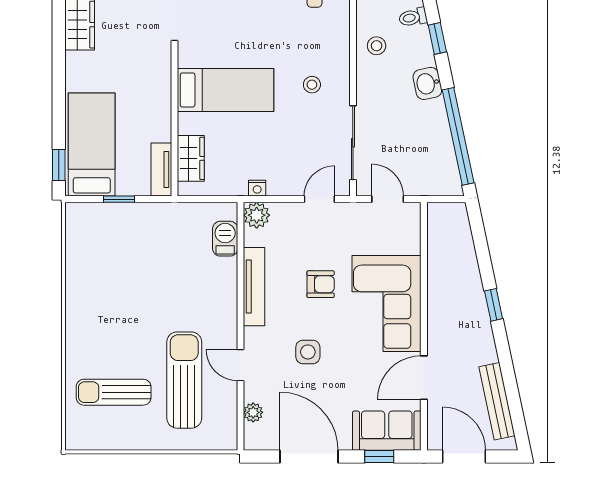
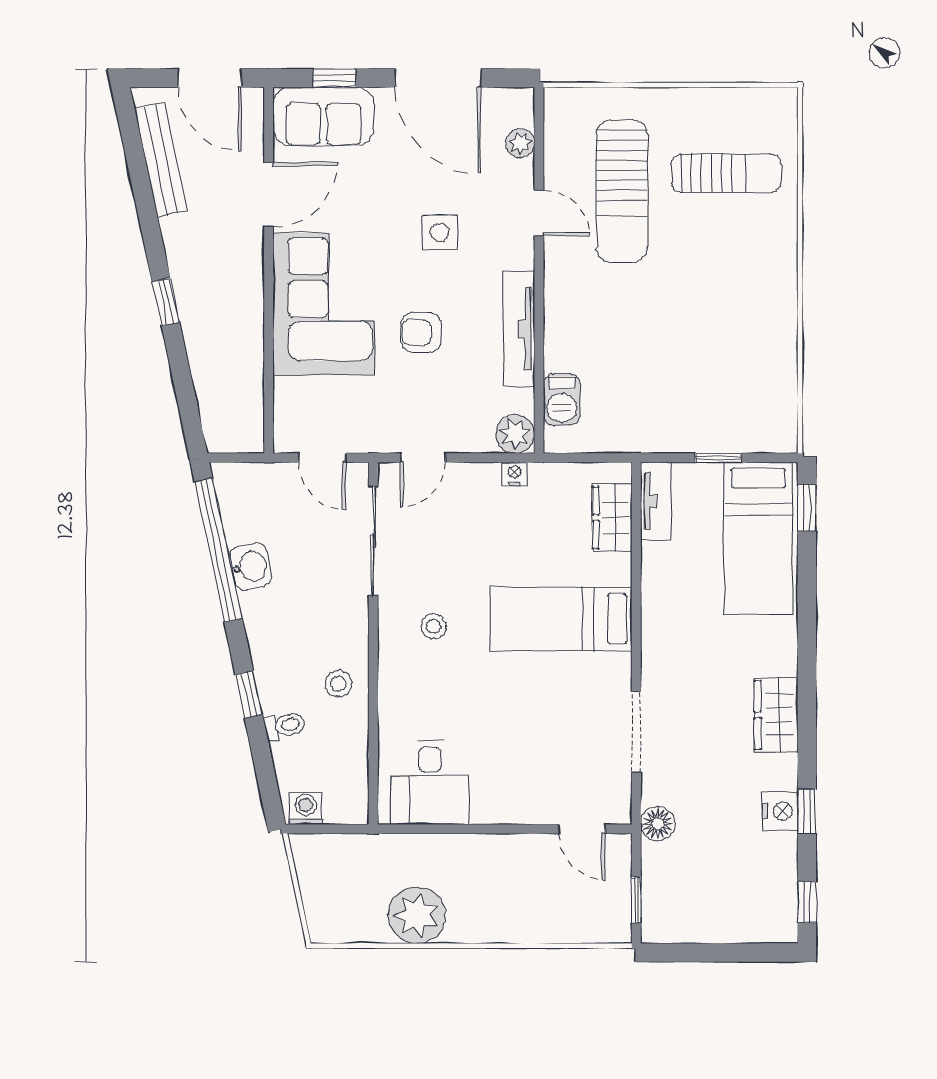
washbasin: (427, 83) -> (250, 567), moved

